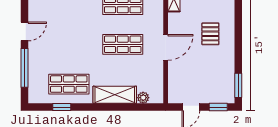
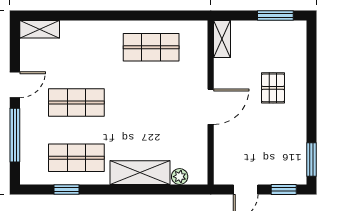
shop shelf: (123, 44) -> (76, 103), moved

